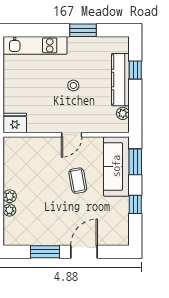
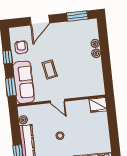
door: (72, 135) -> (57, 101), swing flipped
armchair: (114, 216) -> (21, 47), added
window: (45, 252) -> (77, 16), moved

